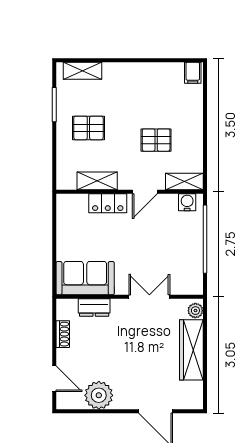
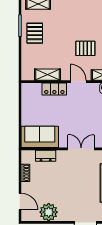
pallet: (88, 128) -> (35, 33), moved, turned 90
door: (145, 192) -> (78, 82), swing flipped

